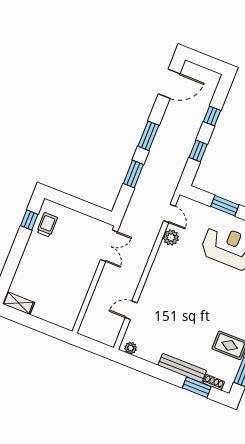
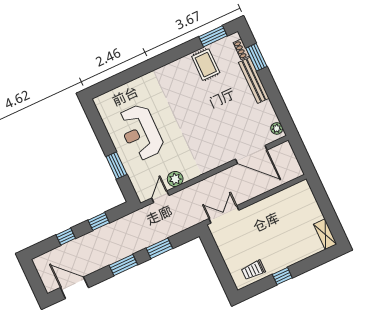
window: (29, 220) -> (282, 276), moved
door: (131, 310) -> (251, 155), width x1.88

